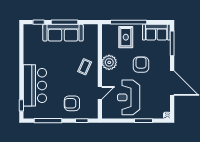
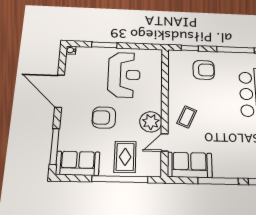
sofa: (63, 33) -> (190, 165), moved, width x0.73
armchair: (141, 65) -> (104, 118), turned 90
door: (100, 93) -> (165, 142), moved

